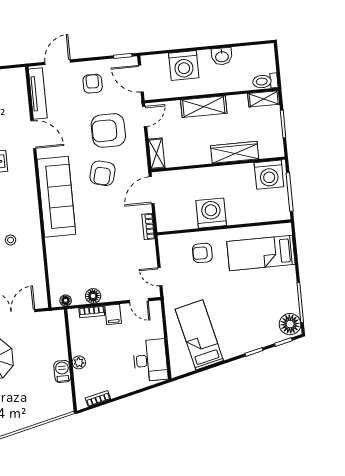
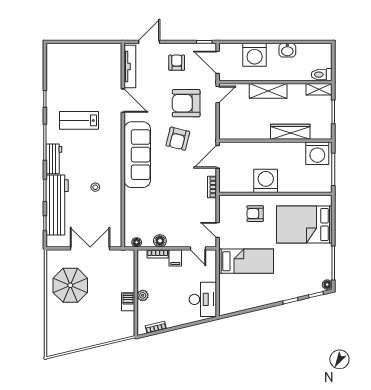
shelving: (157, 154) -> (225, 127), removed
bed: (261, 253) -> (304, 224), width x1.50
floor lamp: (290, 324) -> (327, 285), width x0.53, depth x0.53
bed: (199, 335) -> (246, 261), moved, turned 103

